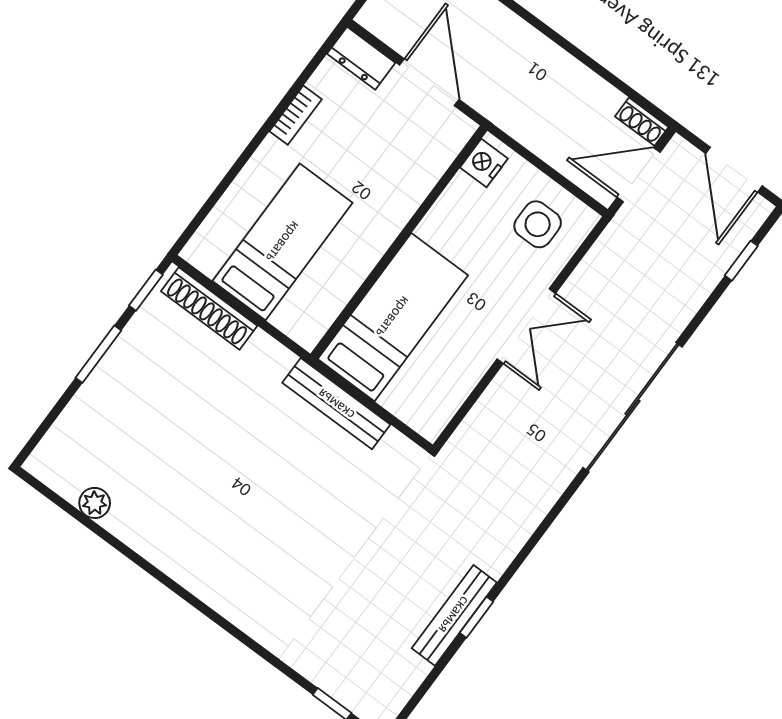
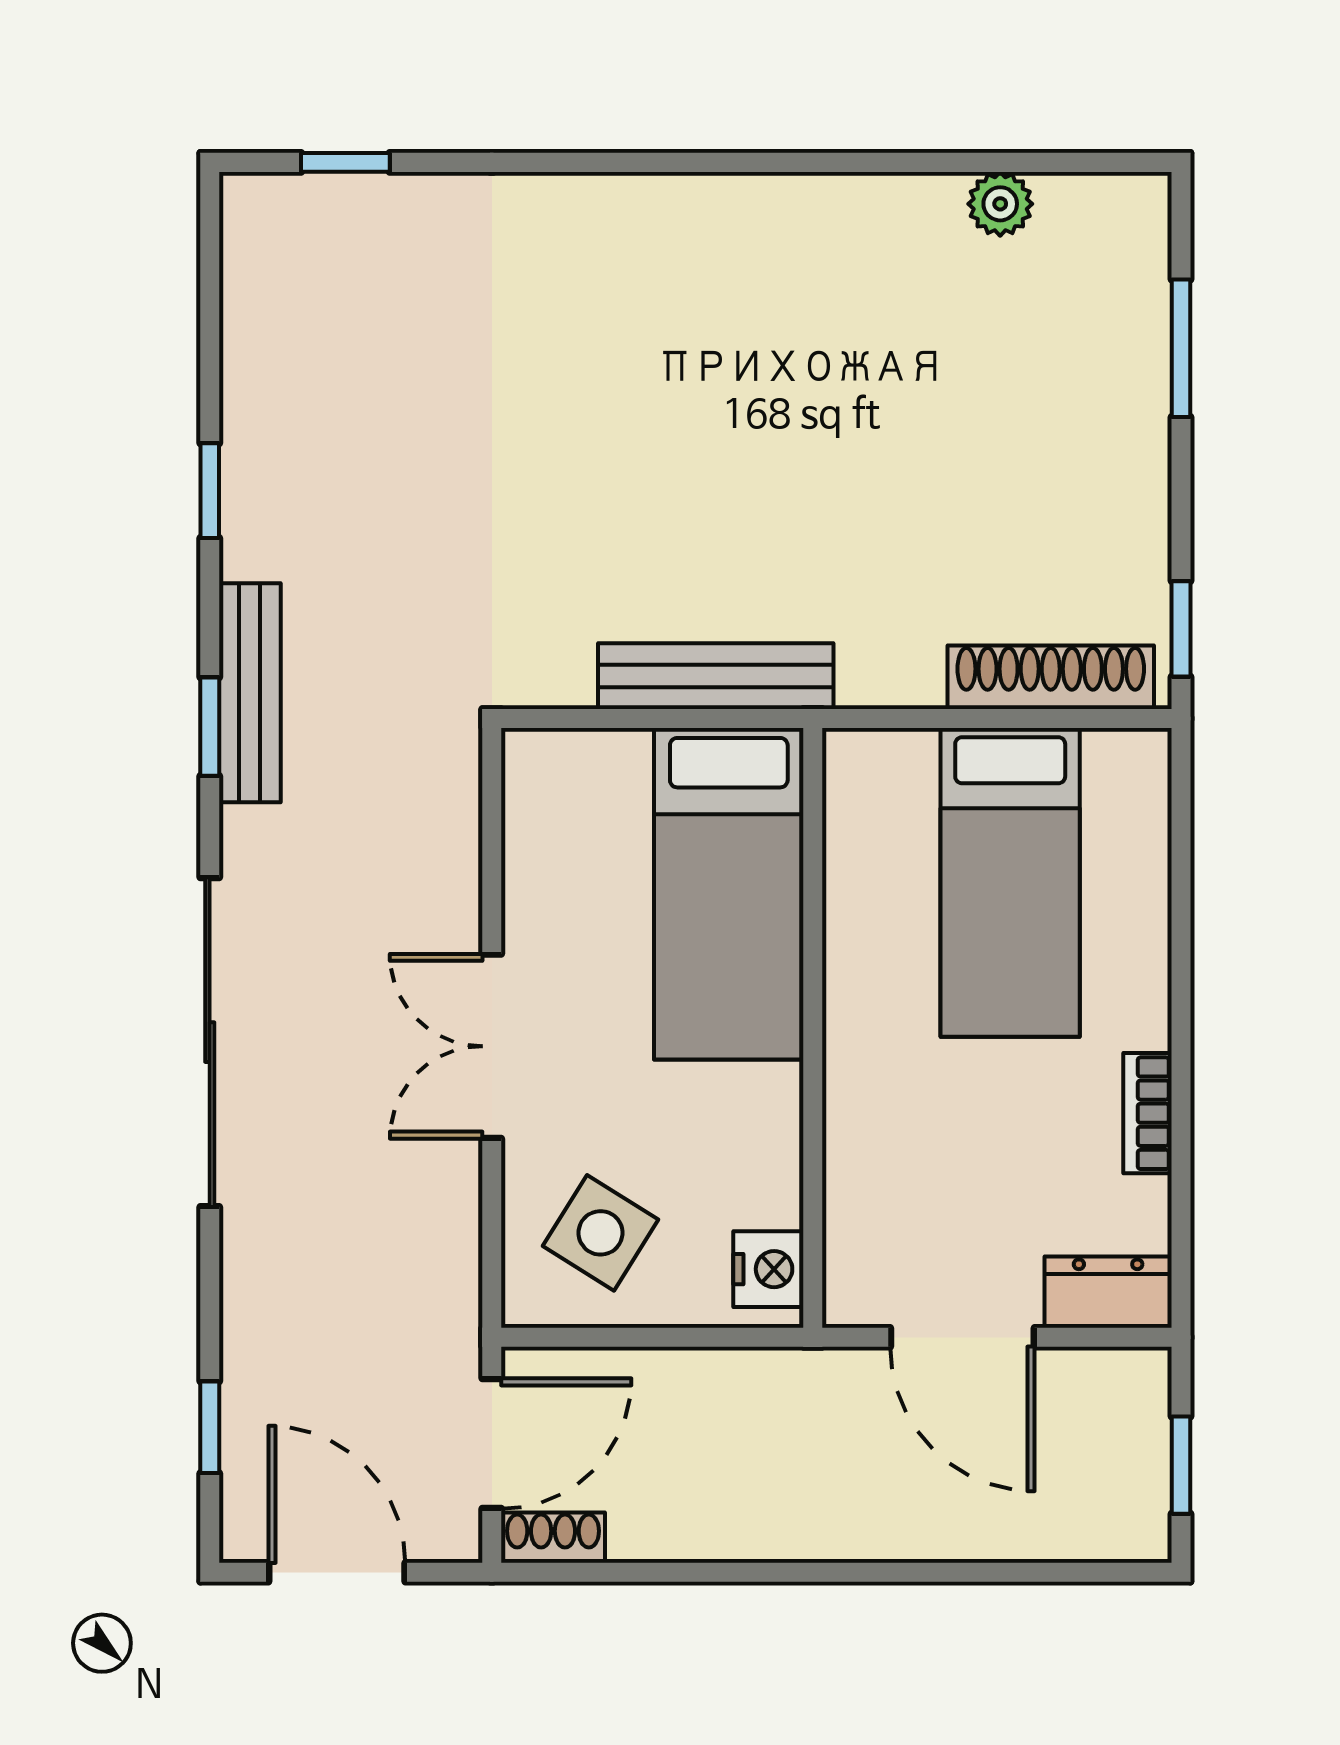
side table: (538, 224) -> (601, 1233), turned 32
window: (98, 354) -> (1181, 348), moved
window: (543, 527) -> (210, 727), added
bench: (454, 615) -> (250, 693), moved

